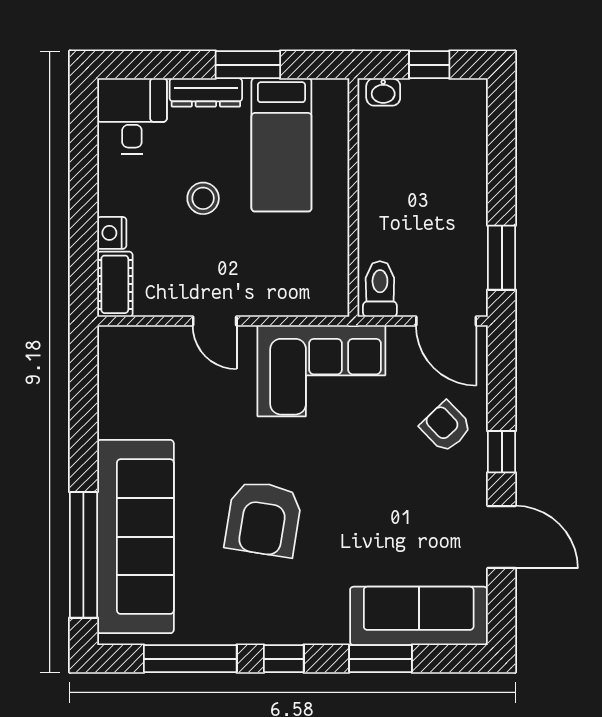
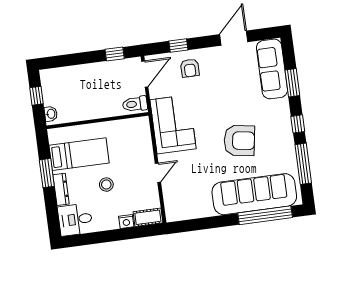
window: (502, 258) -> (115, 54), width x0.67
armchair: (446, 427) -> (190, 68), turned -46
window: (502, 452) -> (178, 45), moved

